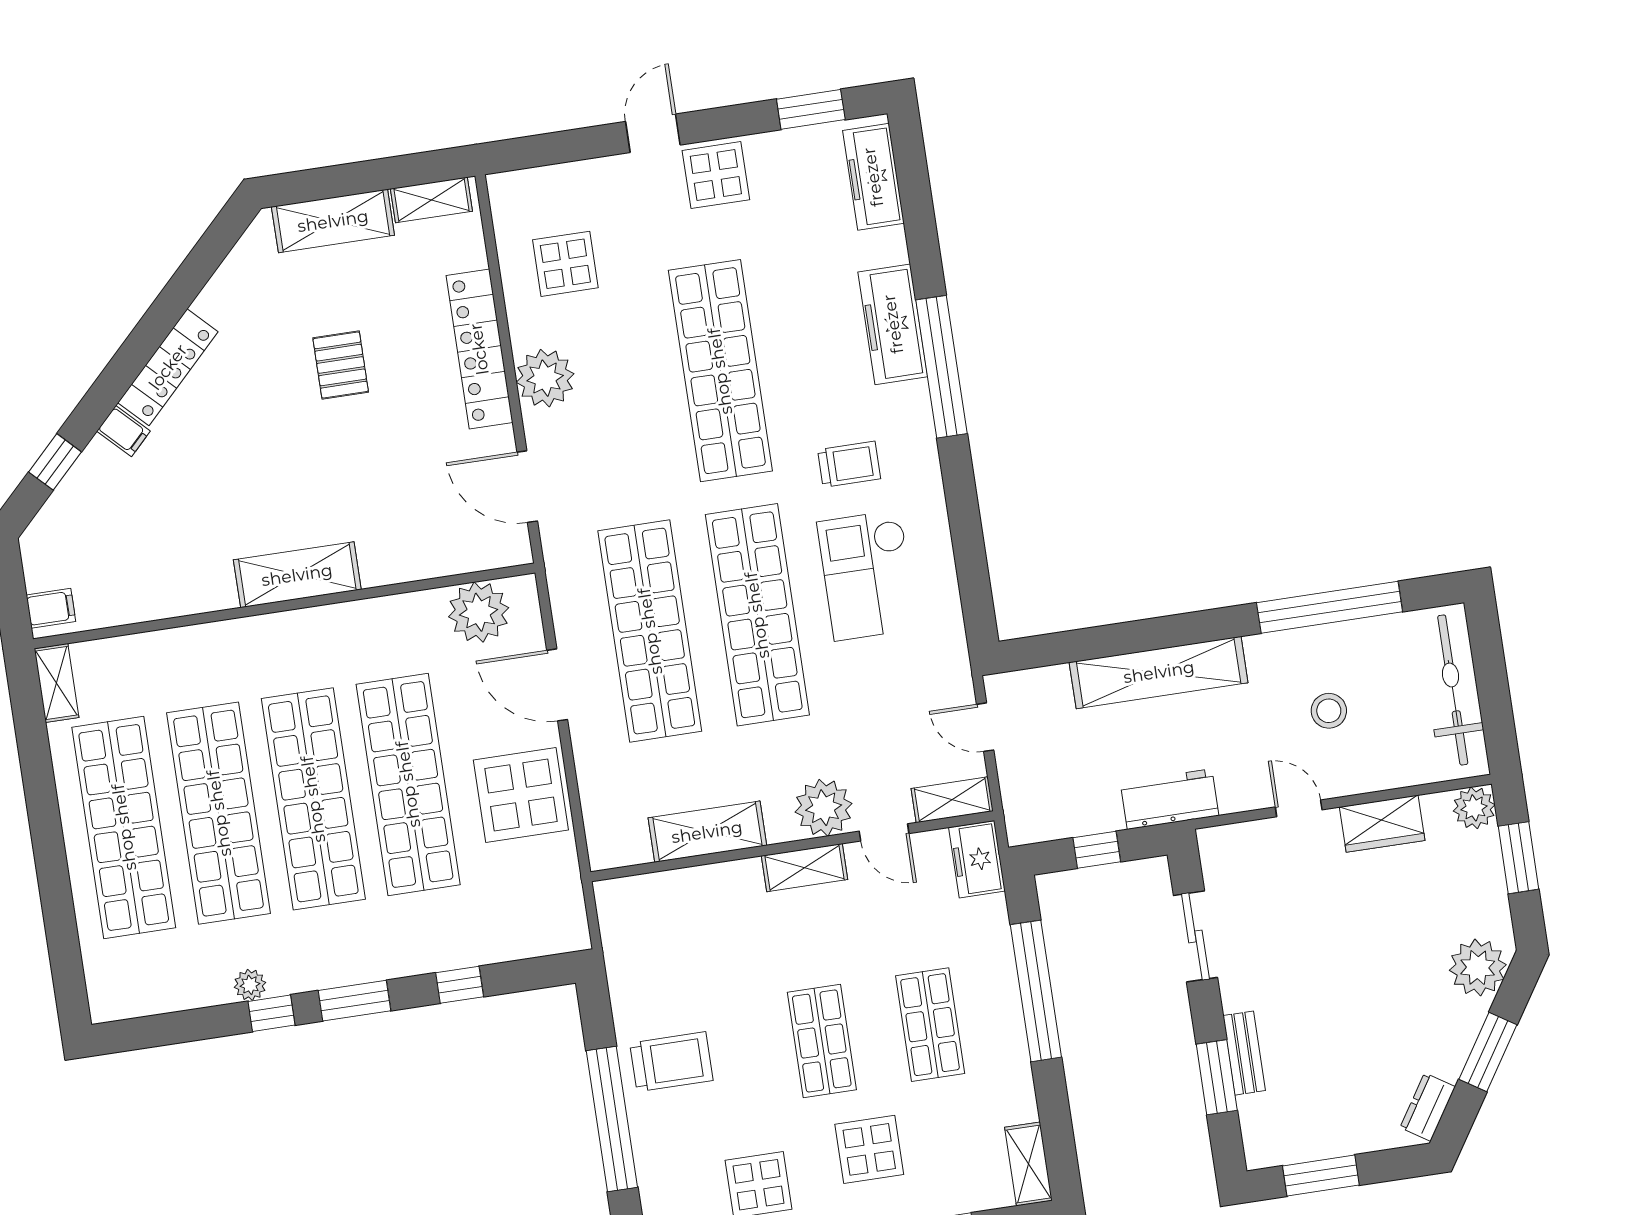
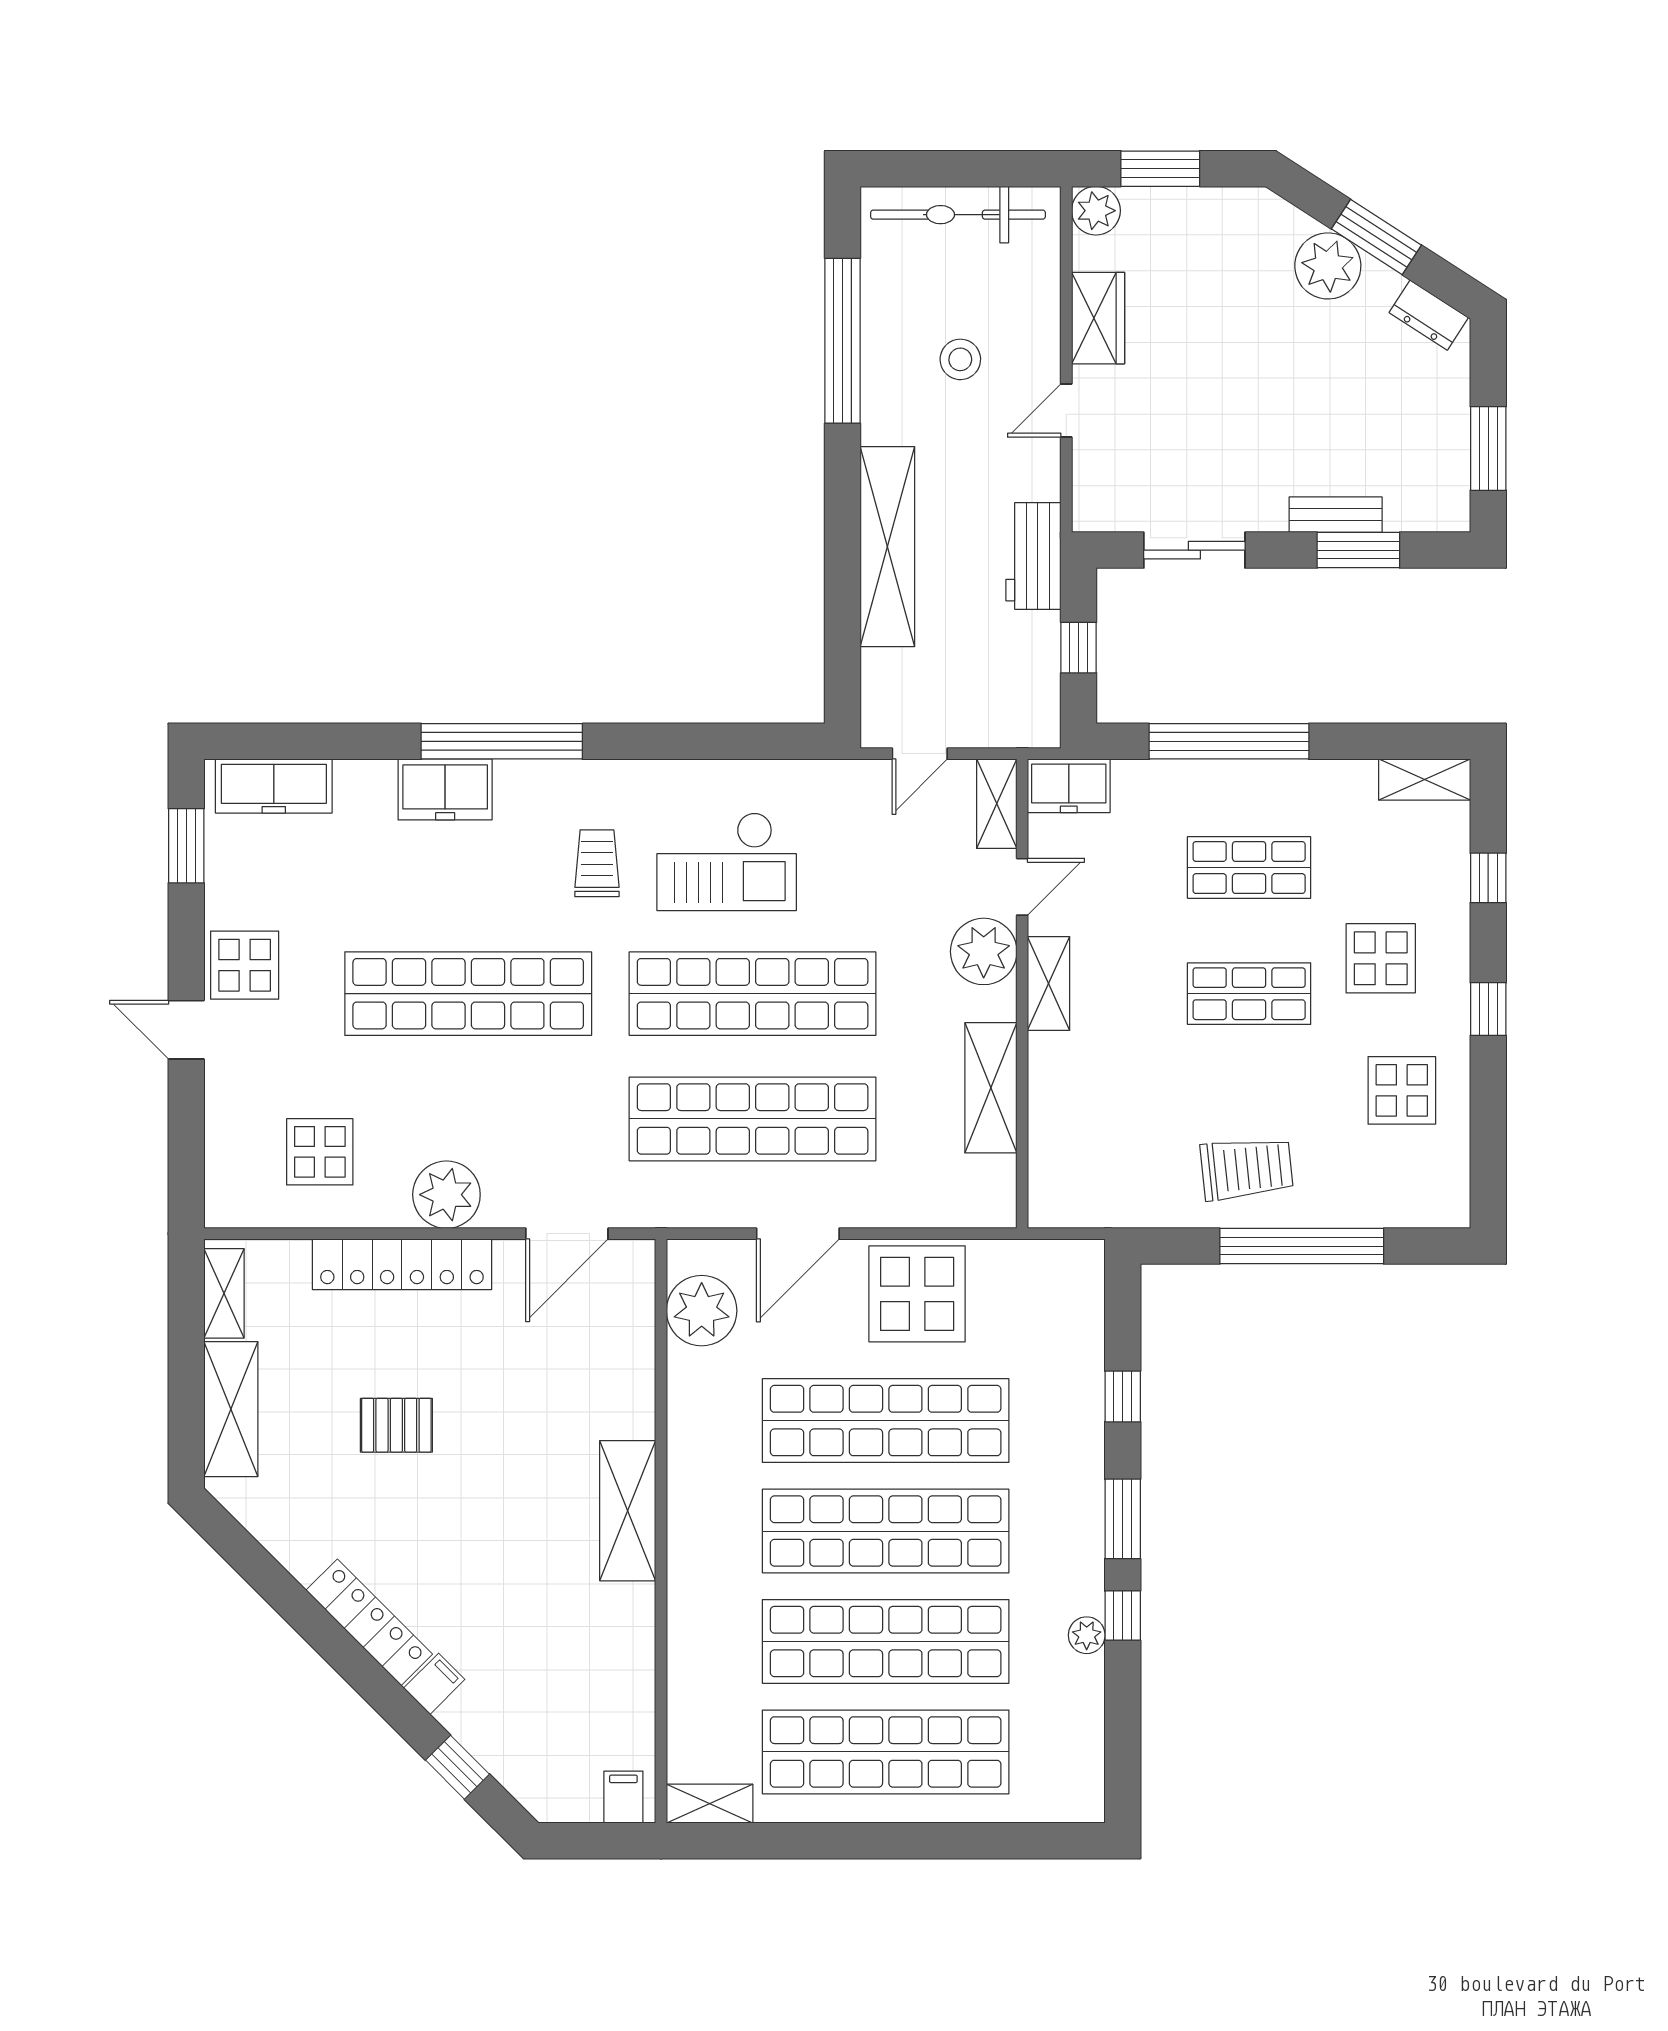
freezer: (893, 324) -> (445, 789), width x0.71
plant: (1478, 968) -> (1328, 266), moved
trolley: (671, 1062) -> (1247, 1169), turned 84

